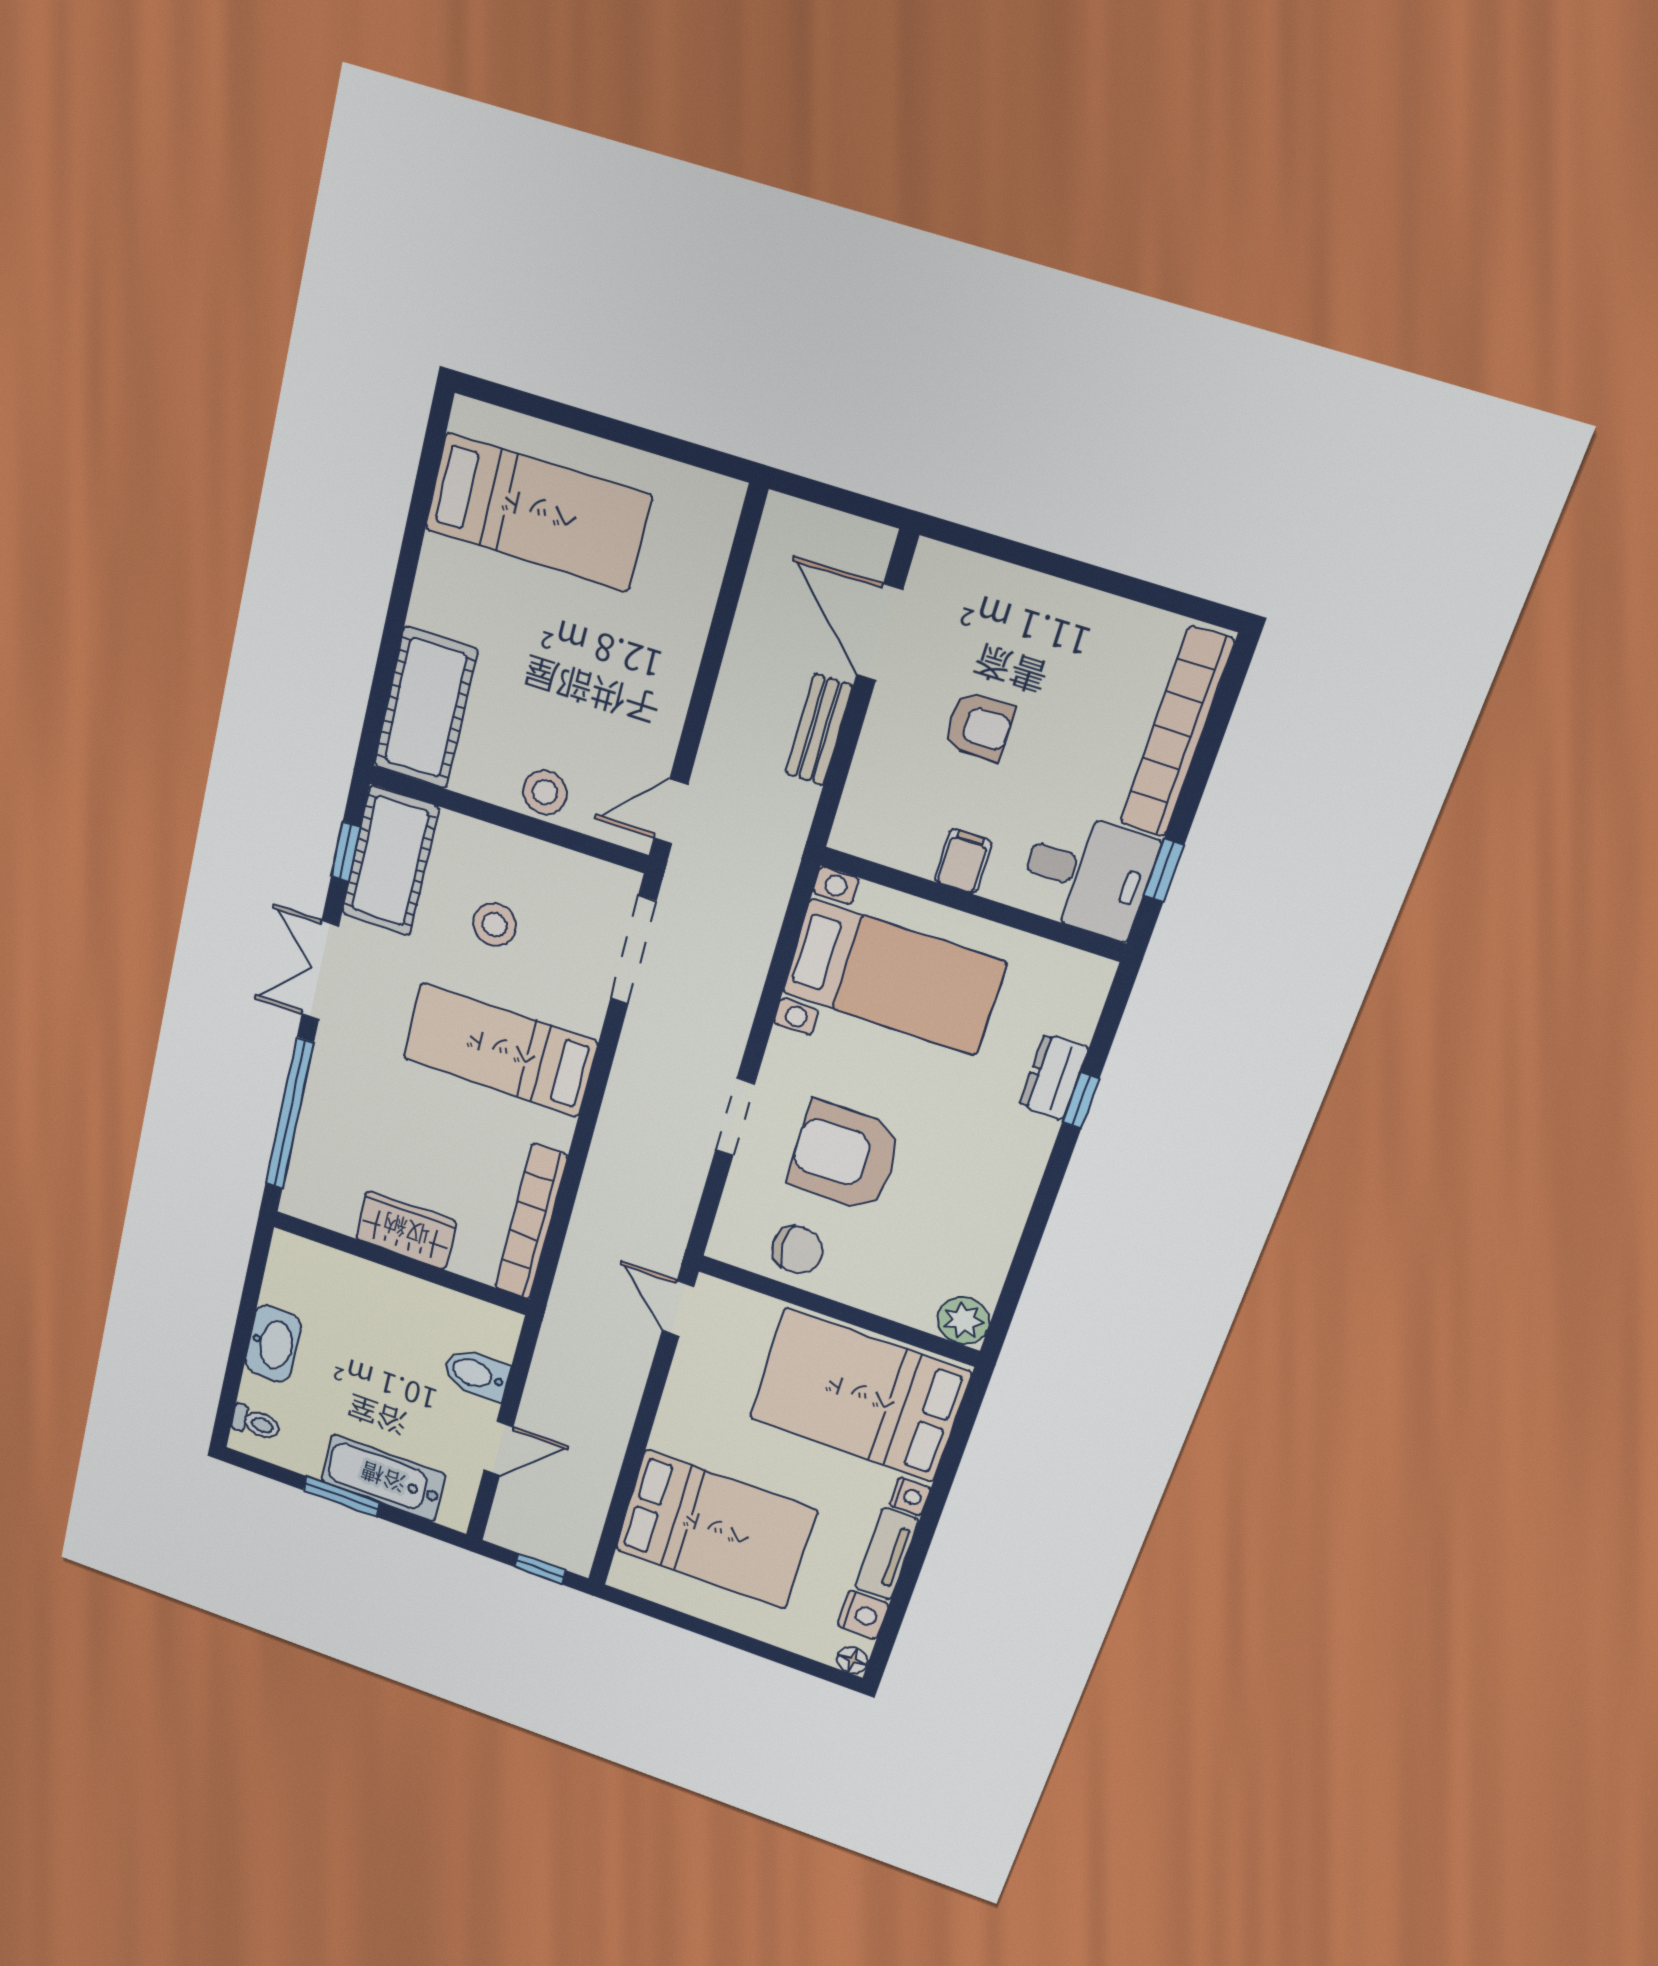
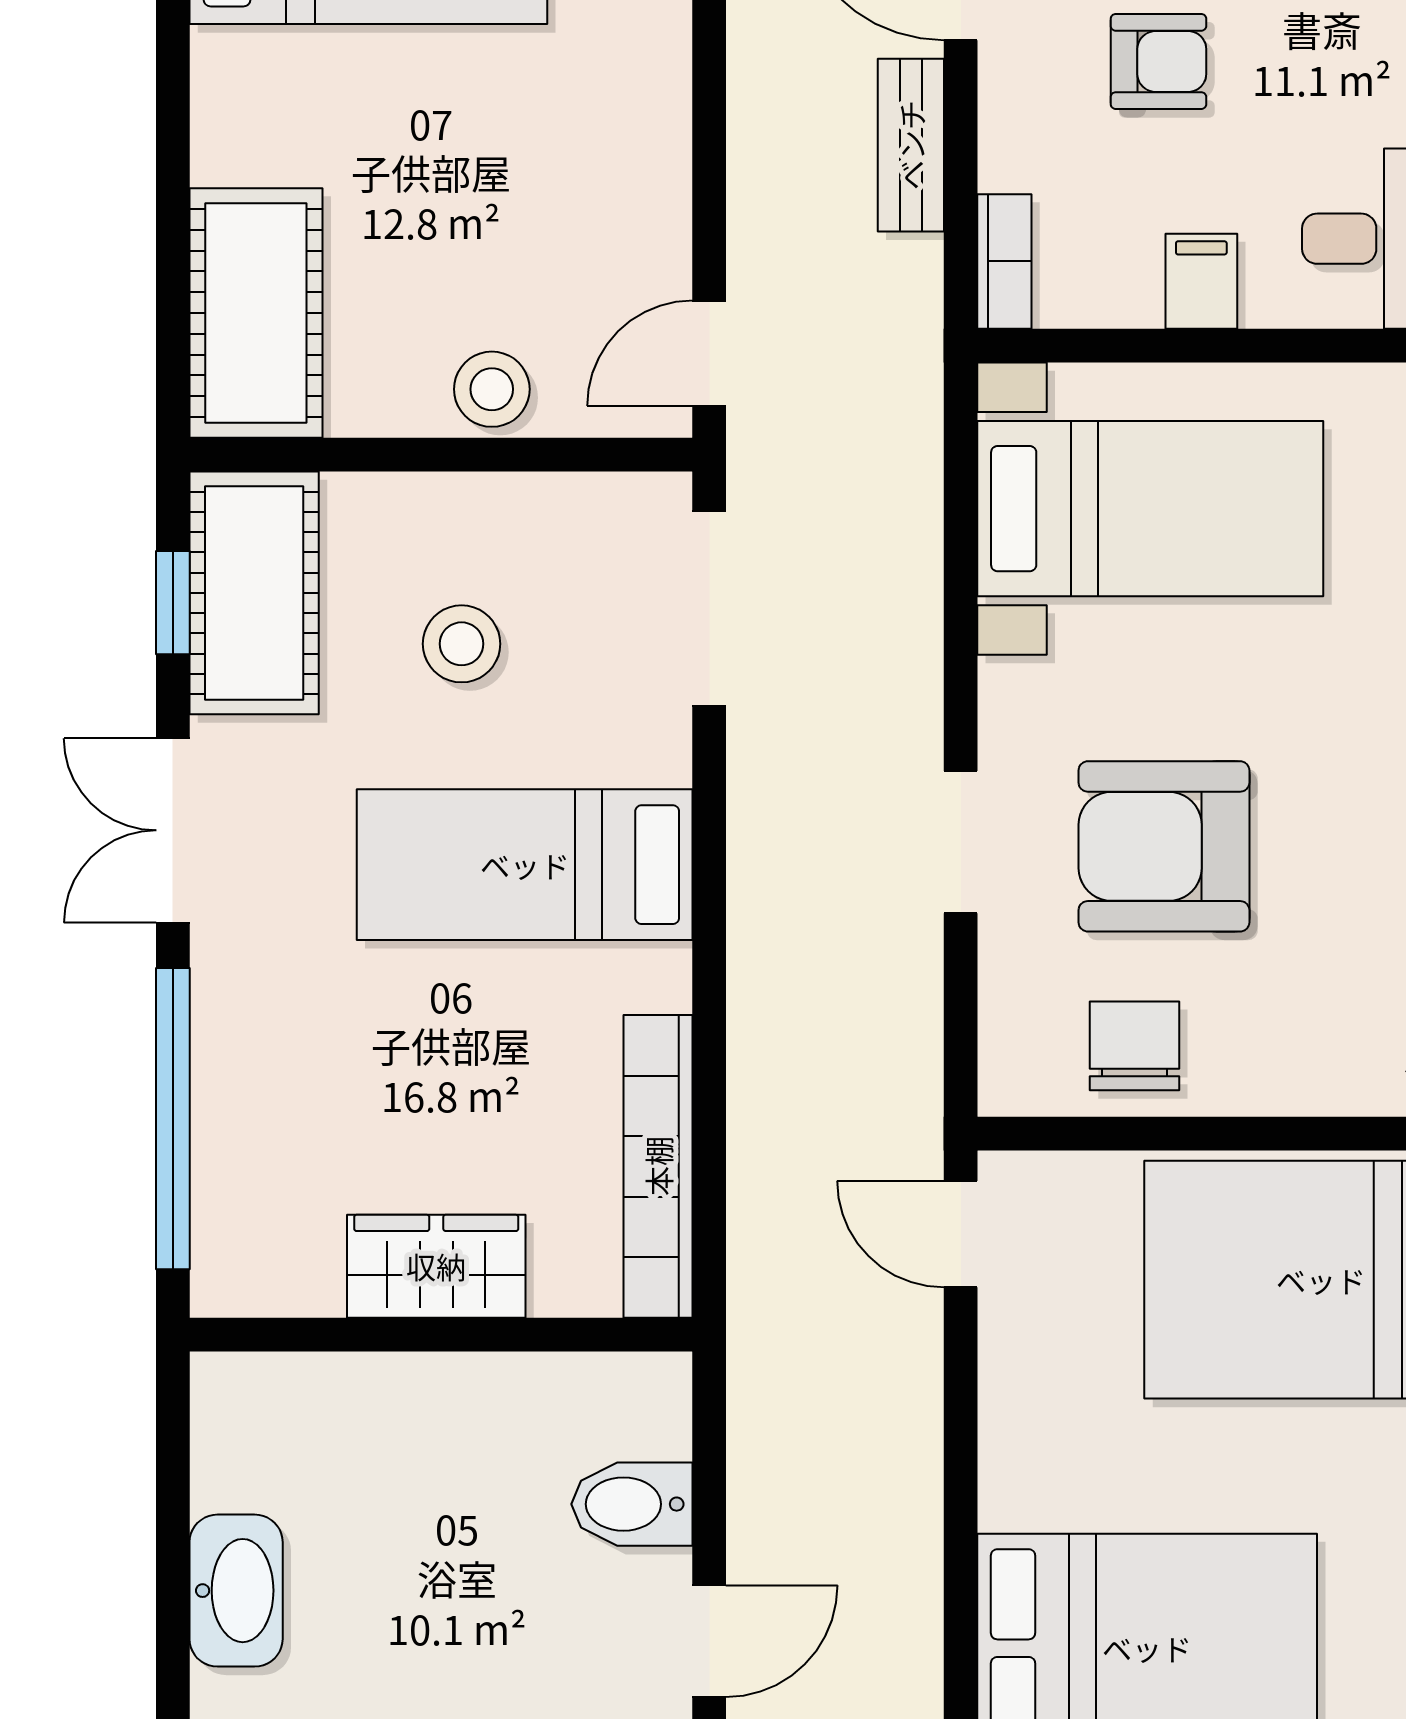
bookcase: (853, 814) -> (1004, 261), added
chair: (797, 1250) -> (1135, 1046), turned -90

